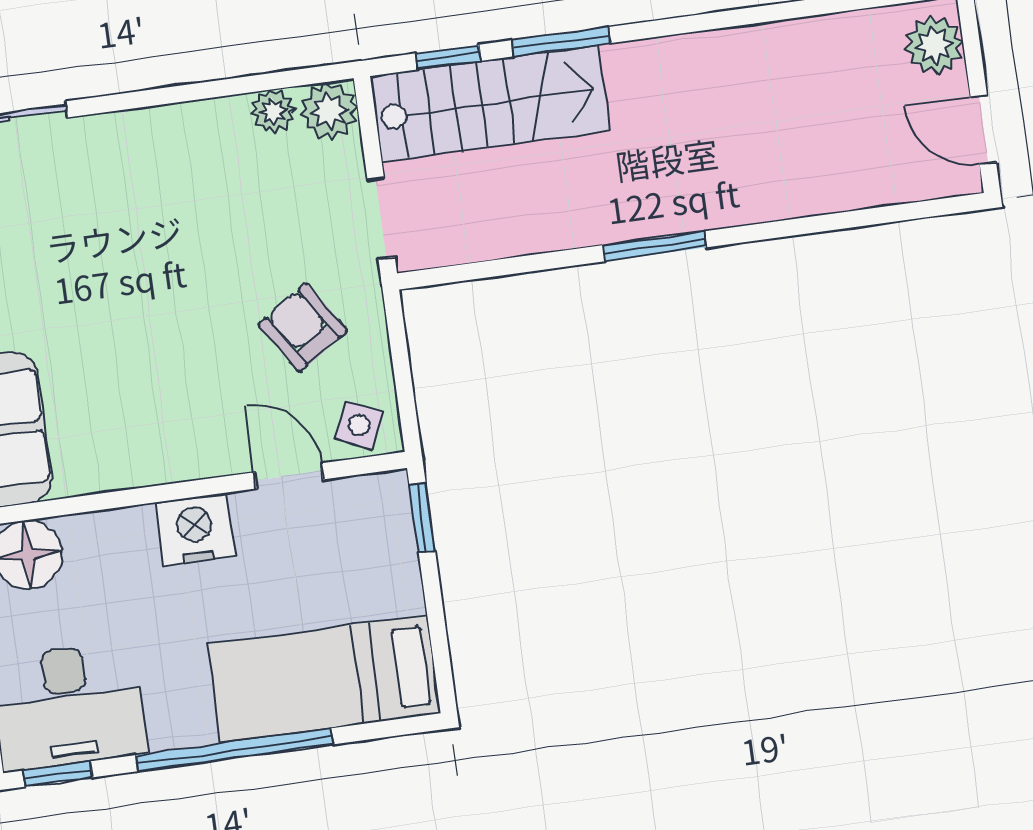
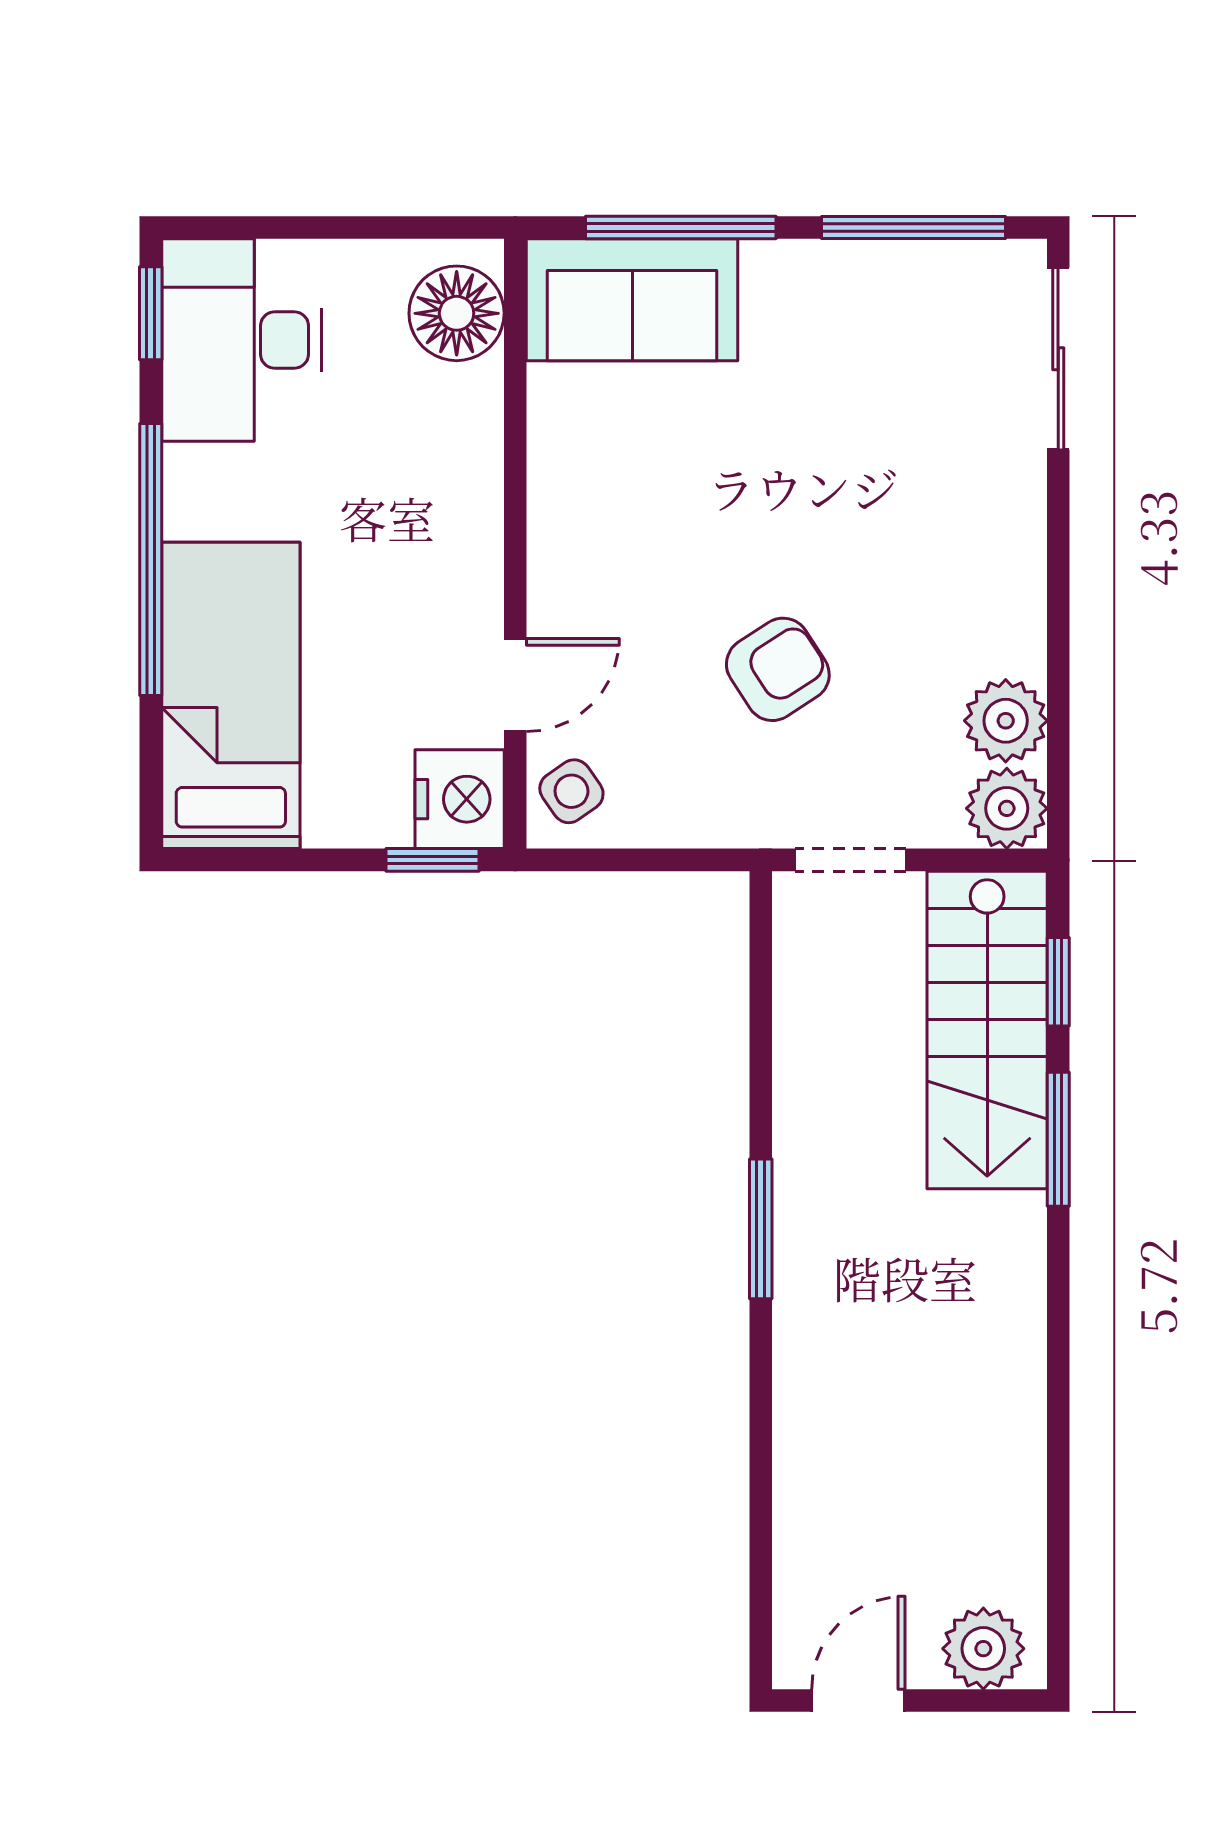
plant: (273, 111) -> (1006, 721), width x1.38, depth x1.38
armchair: (303, 328) -> (778, 669), moved
side table: (359, 425) -> (571, 791), turned 30
nightstand: (195, 529) -> (460, 799), moved

